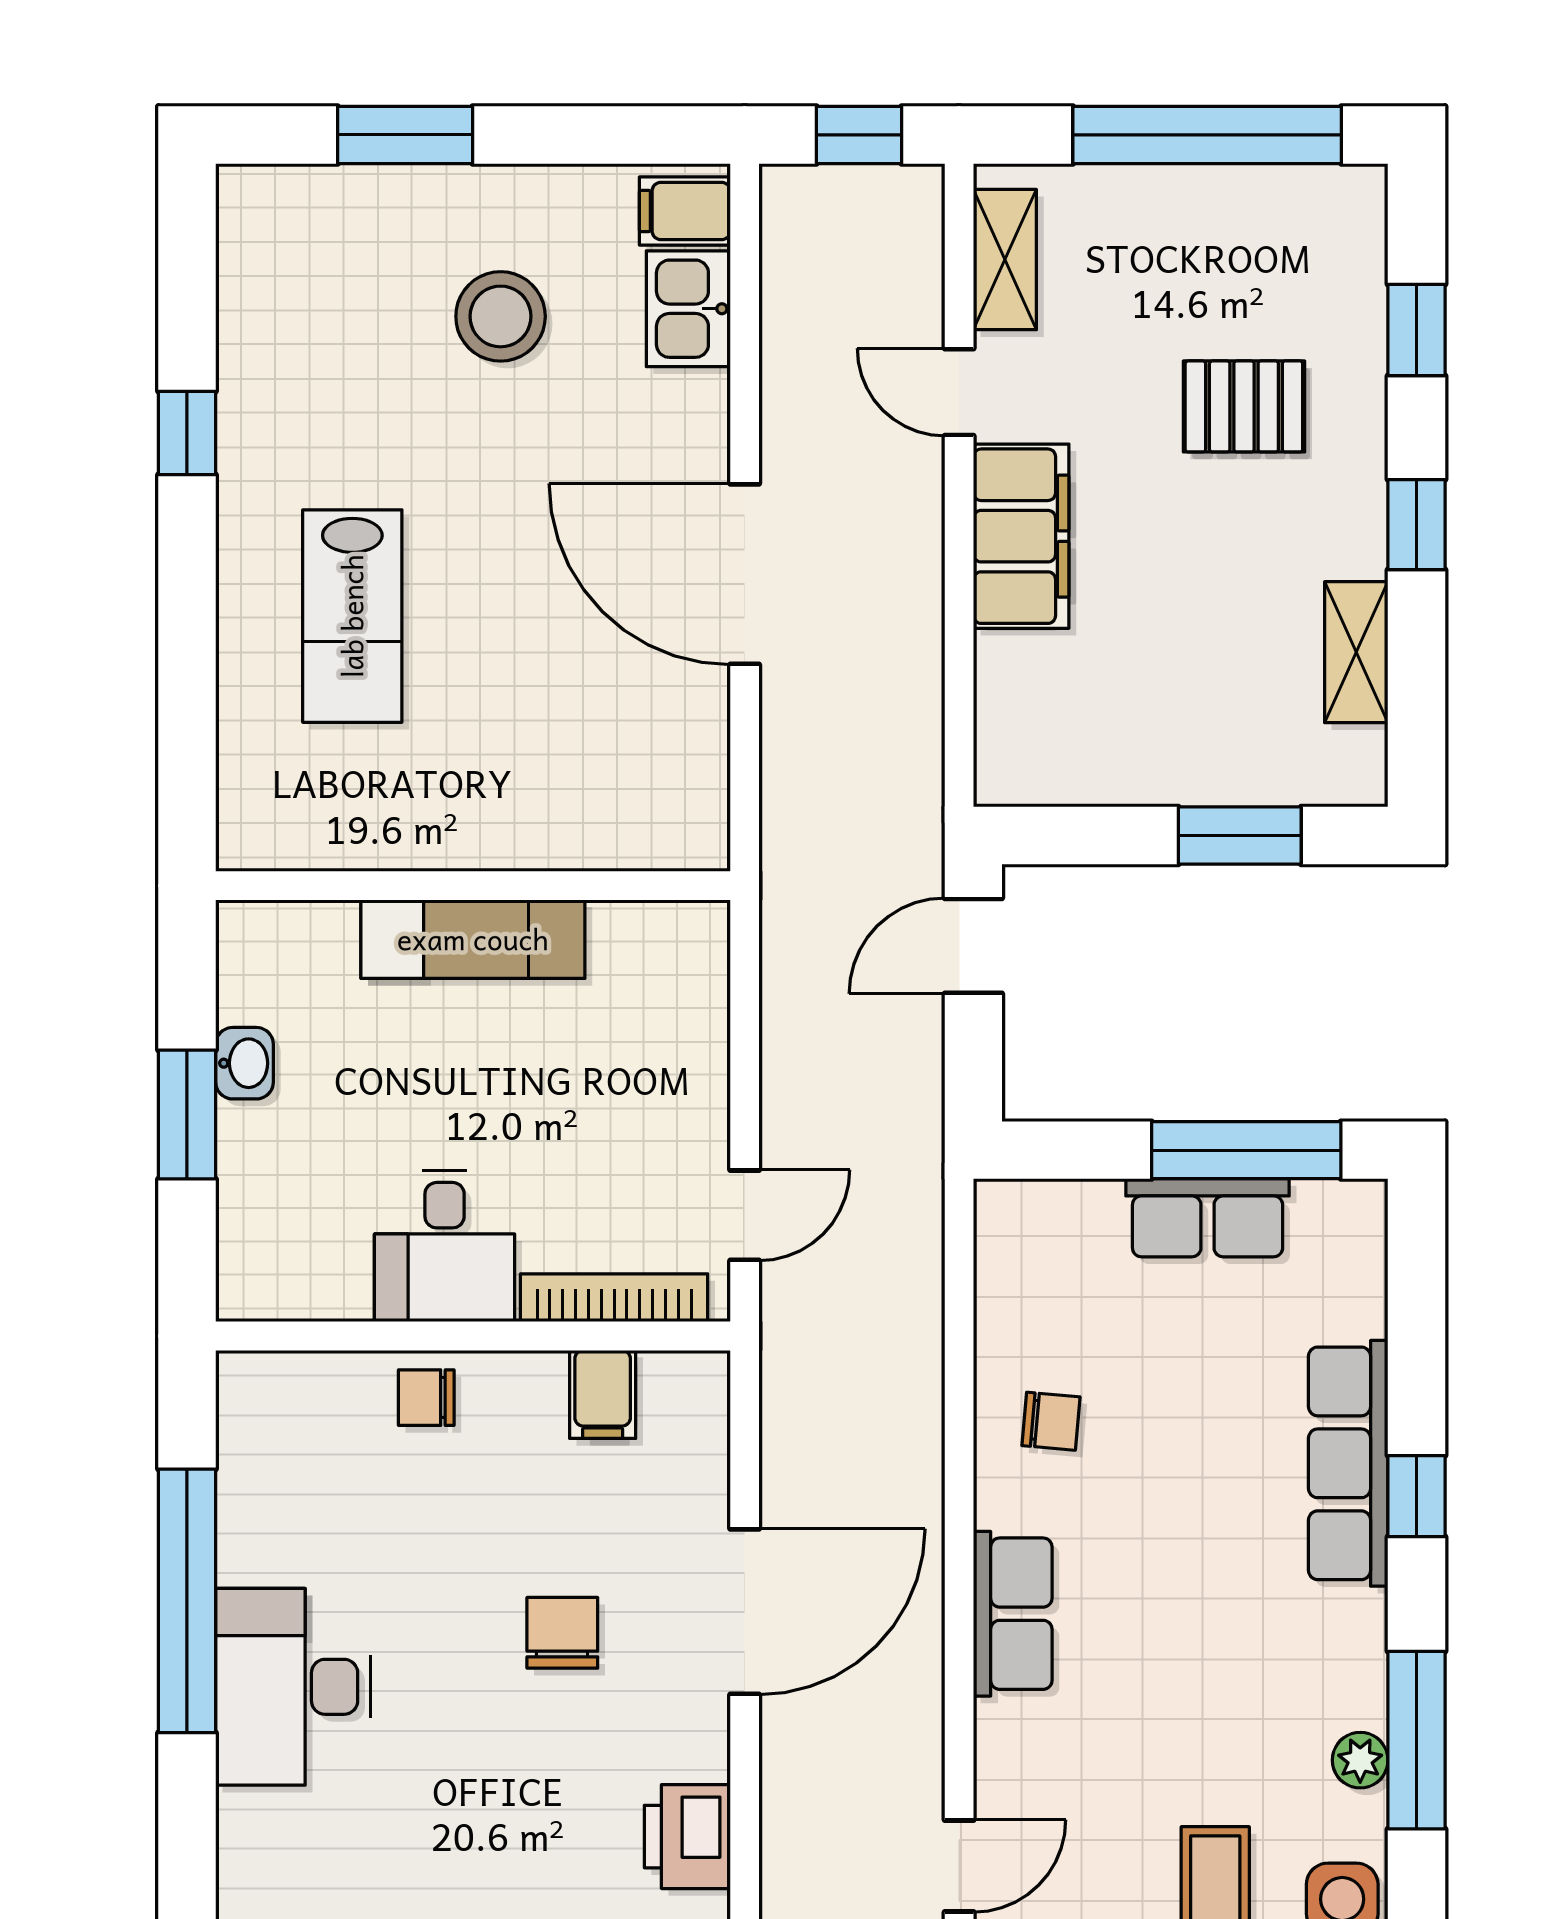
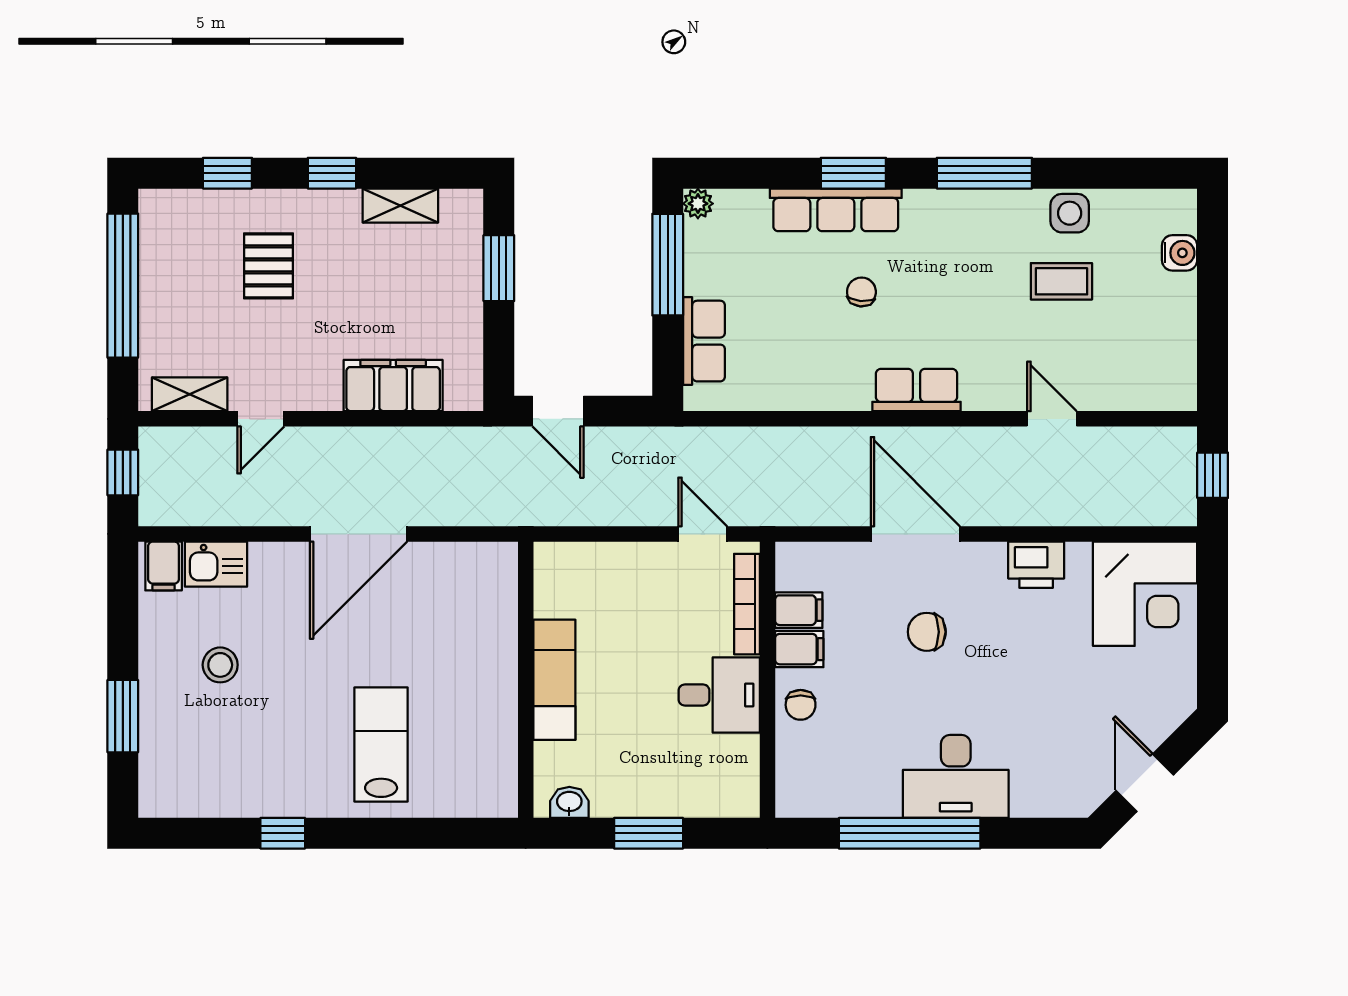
stool: (501, 316) -> (220, 665), width x0.73, depth x0.73
filing cabinet: (1021, 536) -> (393, 386), moved
lab bench: (352, 616) -> (381, 745), turned -90
washbasin: (245, 1063) -> (569, 802), moved
row of seats: (1208, 1218) -> (704, 341), moved
filing cabinet: (530, 1395) -> (799, 649), added
chair: (1051, 1421) -> (861, 292), moved
window: (1417, 1496) -> (853, 173), width x1.50
plant: (1360, 1760) -> (698, 204), moved

